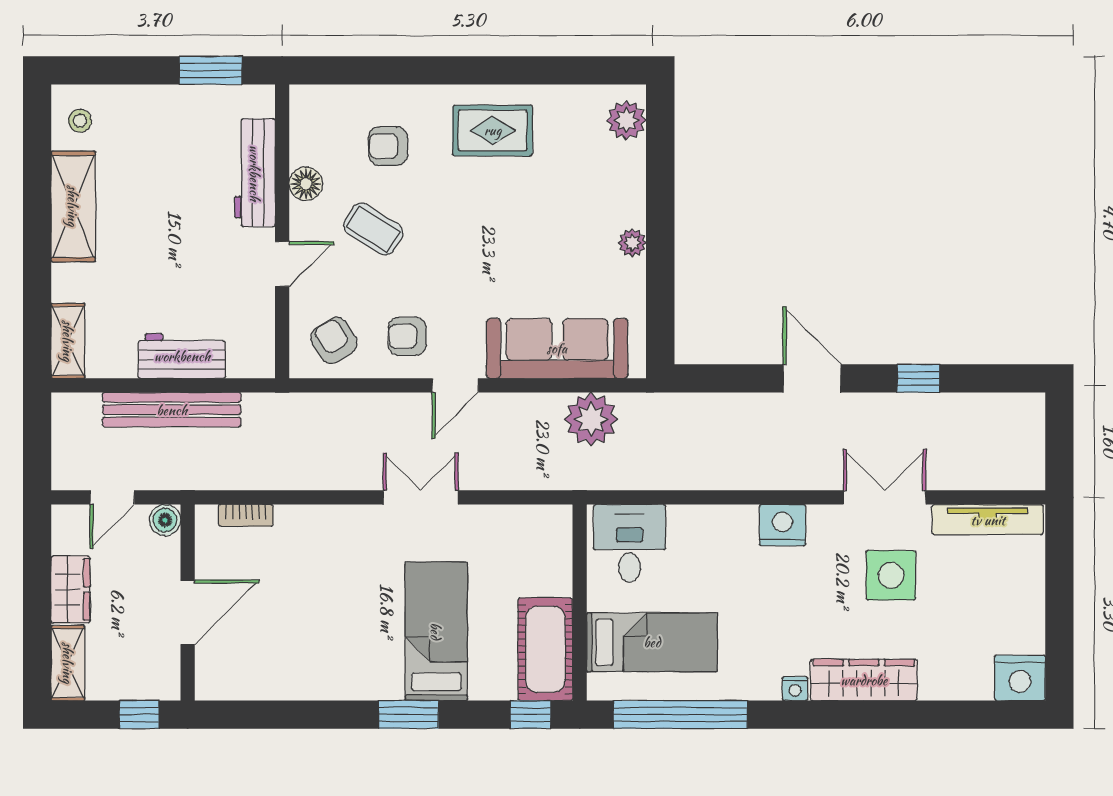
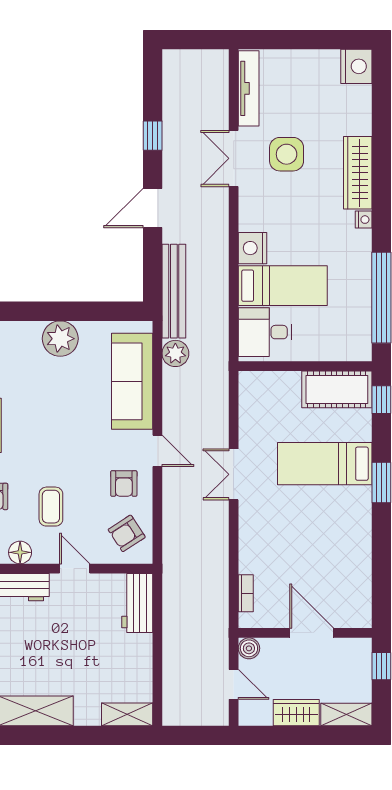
coffee table: (373, 229) -> (51, 507), turned -32
plant: (632, 243) -> (60, 339), width x1.88, depth x1.88
workbench: (182, 356) -> (137, 603), moved
bench: (172, 410) -> (174, 291), moved
plant: (591, 419) -> (175, 353), width x0.73, depth x0.73
nightstand: (782, 525) -> (252, 248), moved
bed: (652, 642) -> (283, 286), moved, turned 90

